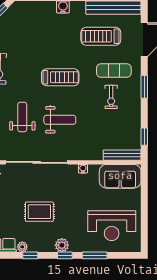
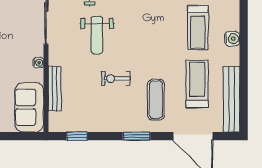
treadmill: (60, 77) -> (198, 28), moved
exercise bike: (111, 97) -> (116, 79), moved
bench: (122, 155) -> (55, 89), moved

